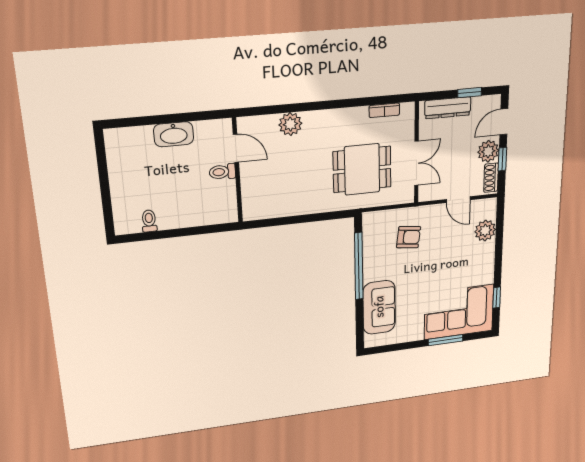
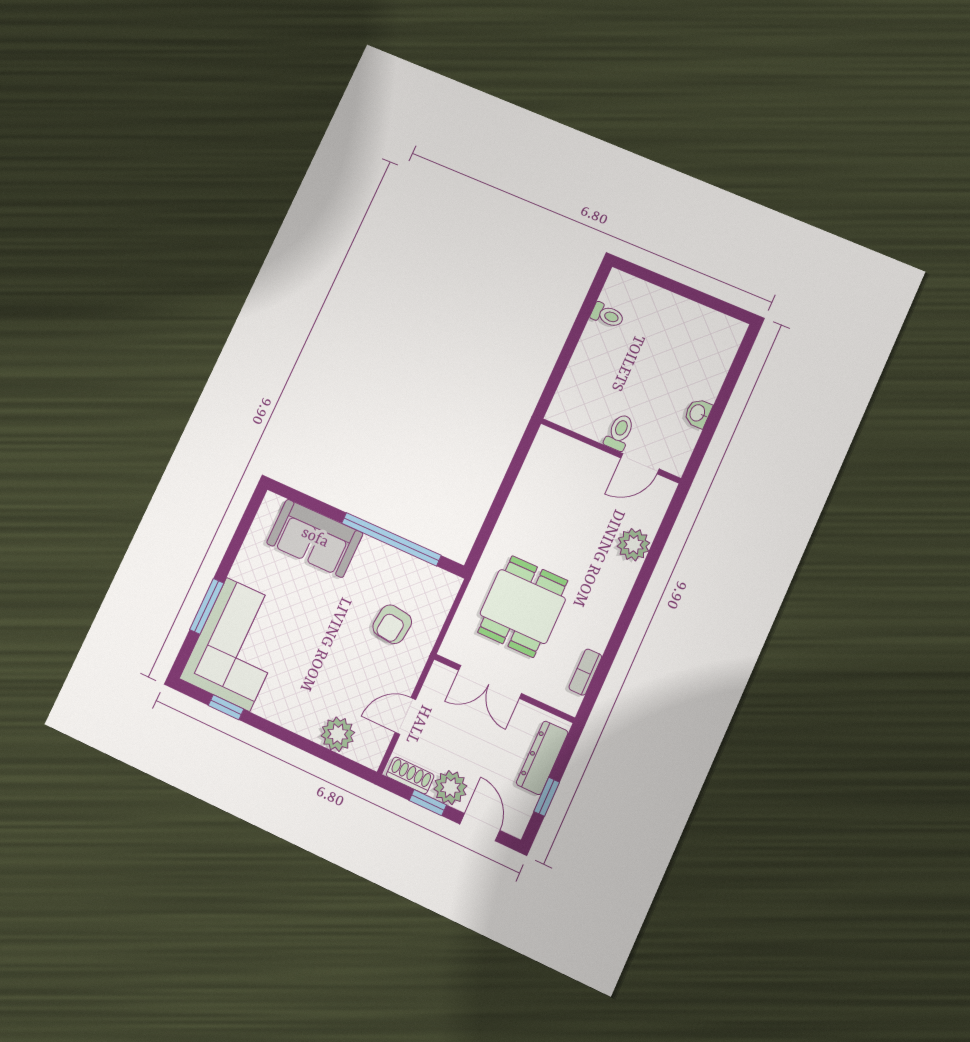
washbasin: (174, 134) -> (698, 413), width x0.52, depth x0.69

